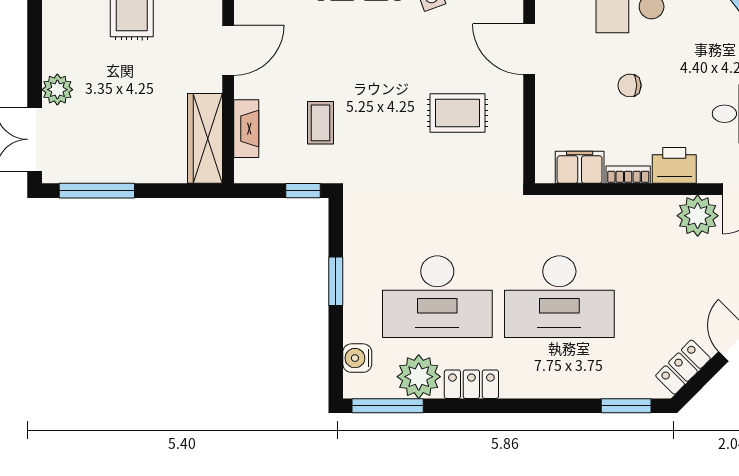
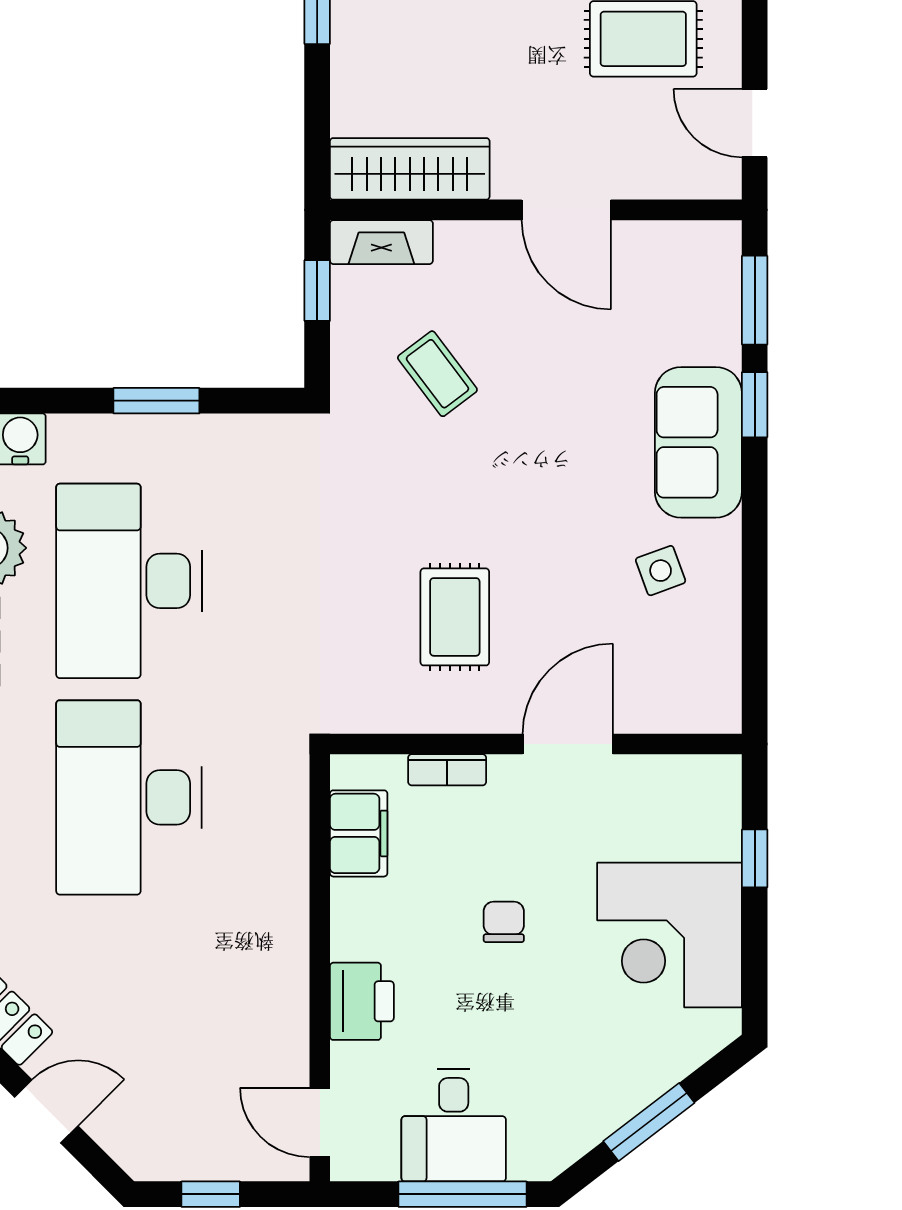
coffee table: (320, 123) -> (437, 374), turned 53
fireplace: (246, 129) -> (381, 242), moved
bookcase: (628, 175) -> (447, 770), moved, turned 90
window: (303, 191) -> (317, 290), moved
plant: (698, 216) -> (273, 1043), removed

